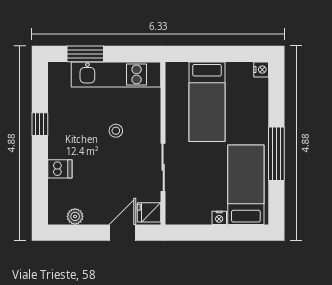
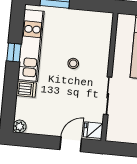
kitchen unit: (116, 74) -> (31, 45), moved, turned -90
plant: (75, 216) -> (20, 126), moved

